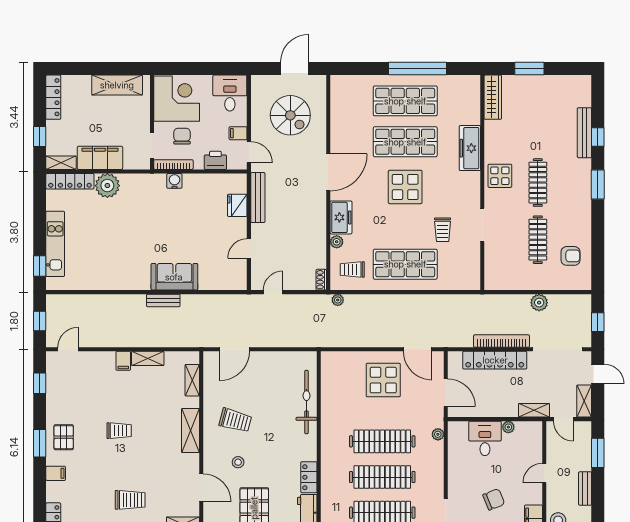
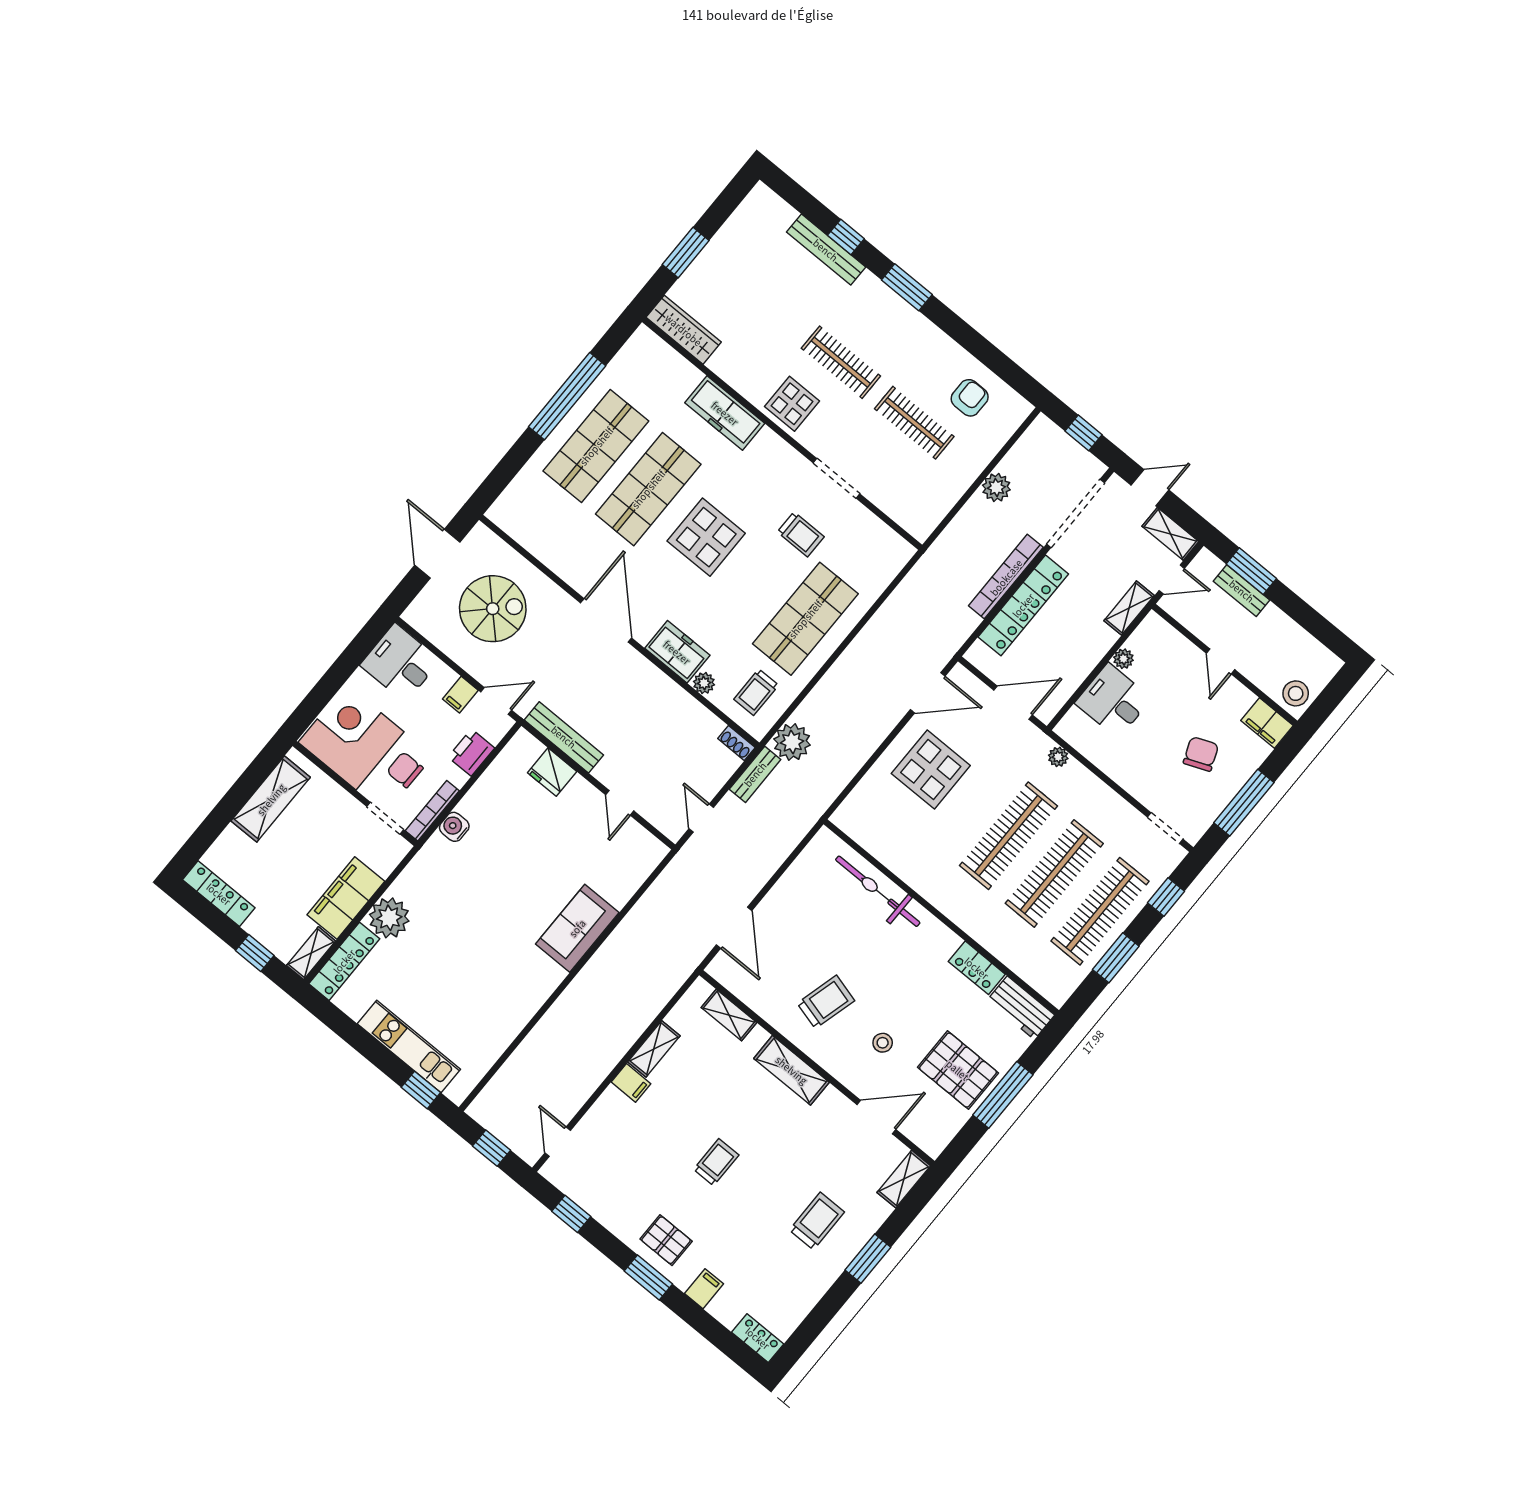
bench: (163, 300) -> (755, 774), moved
plant: (338, 300) -> (792, 742), width x1.88, depth x1.88
bench: (585, 488) -> (1242, 591), moved

